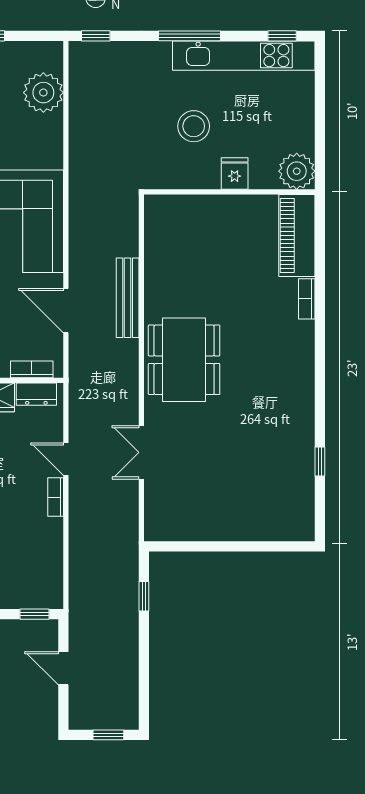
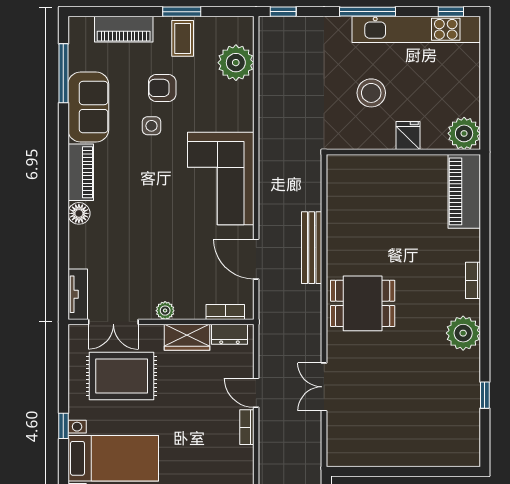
bookcase: (307, 299) -> (473, 280), moved
dining table: (184, 360) -> (363, 303), width x0.73
plant: (296, 393) -> (463, 333), added

